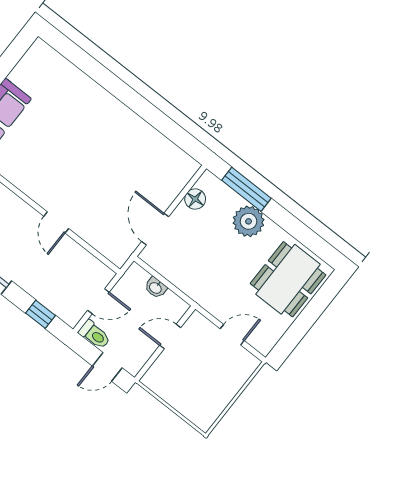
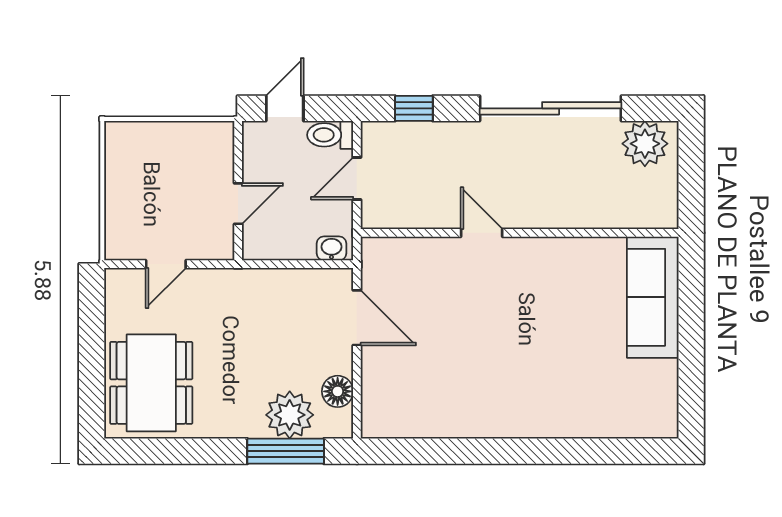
plant: (249, 221) -> (290, 415), moved
washbasin: (156, 288) -> (331, 248), moved

